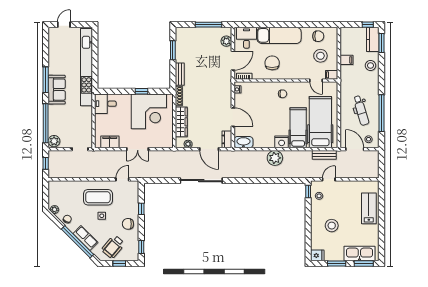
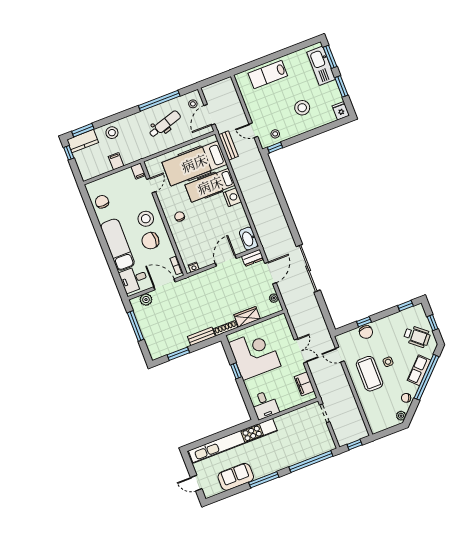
stool: (320, 56) -> (146, 219), moved
sofa: (57, 90) -> (236, 477), moved
wardrobe: (181, 122) -> (247, 317), width x0.67
plant: (54, 141) -> (327, 445), removed
plant: (275, 158) -> (253, 198), removed
chair: (128, 224) -> (366, 332), moved

